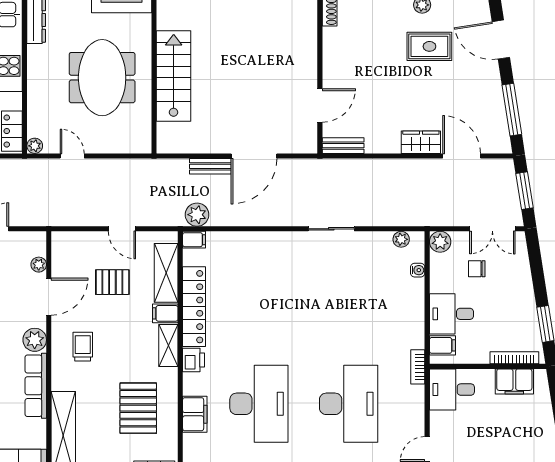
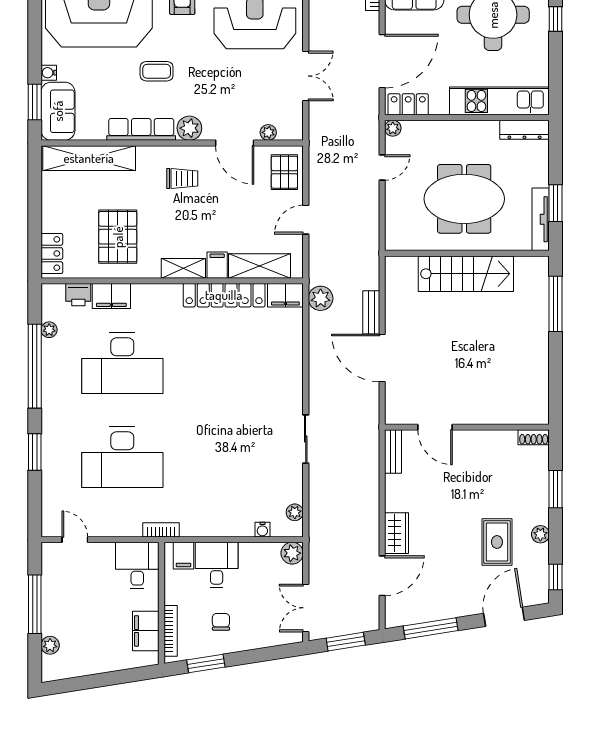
filing cabinet: (194, 240) -> (285, 295), width x2.00
chair: (477, 269) -> (221, 622), moved
pallet: (112, 282) -> (284, 172), moved
printer: (193, 360) -> (78, 295), moved
pallet: (138, 408) -> (118, 237), turned 90

